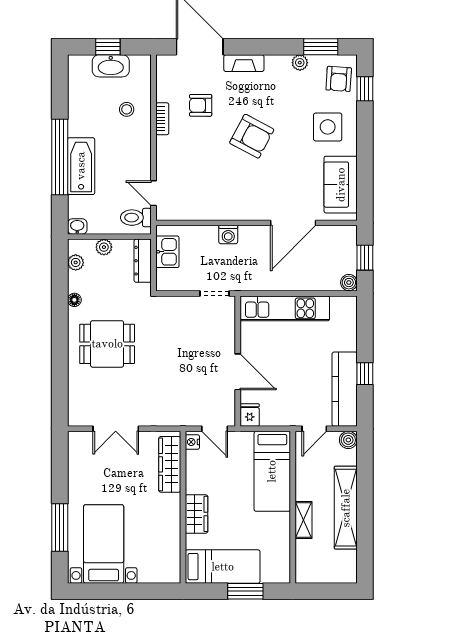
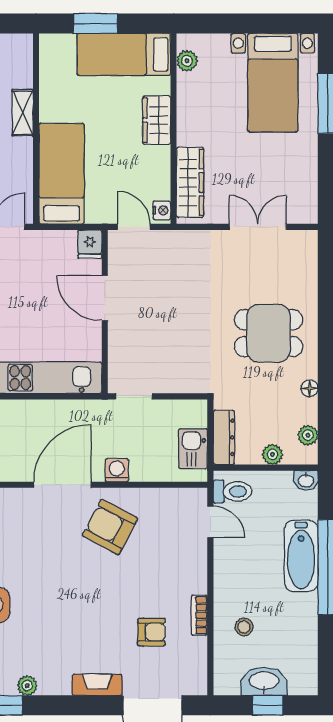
armchair: (252, 136) -> (110, 527), moved
door: (293, 223) -> (62, 485), moved
plant: (172, 561) -> (187, 61), added

